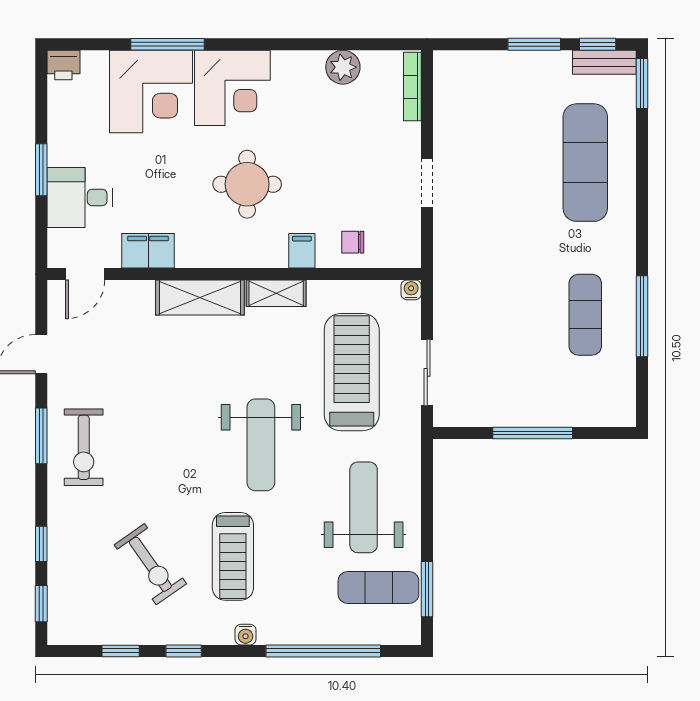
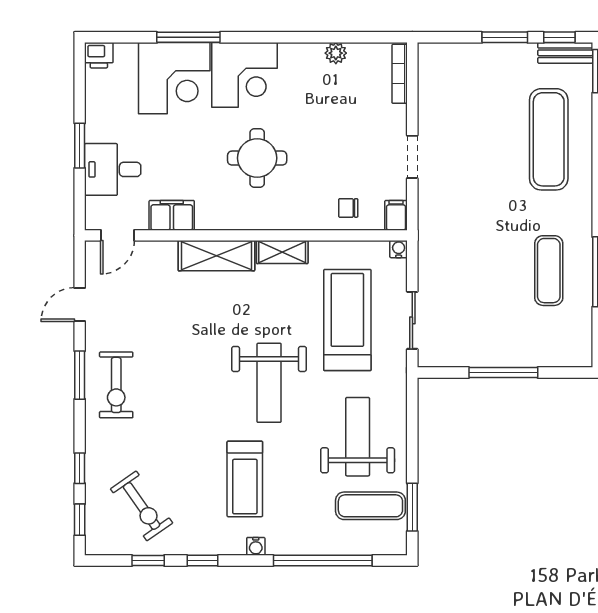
plant: (343, 67) -> (336, 53), width x0.73, depth x0.73
filing cabinet: (302, 251) -> (396, 215), moved
exercise bike: (150, 564) -> (142, 506), moved

